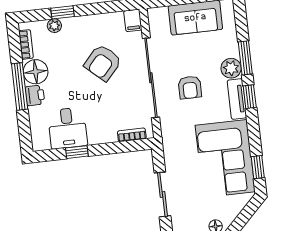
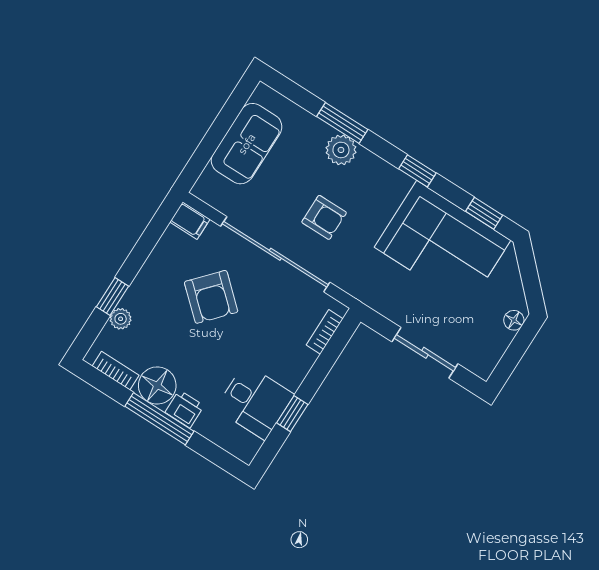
window: (250, 97) -> (417, 171), moved
tv unit: (237, 99) -> (383, 173), removed

